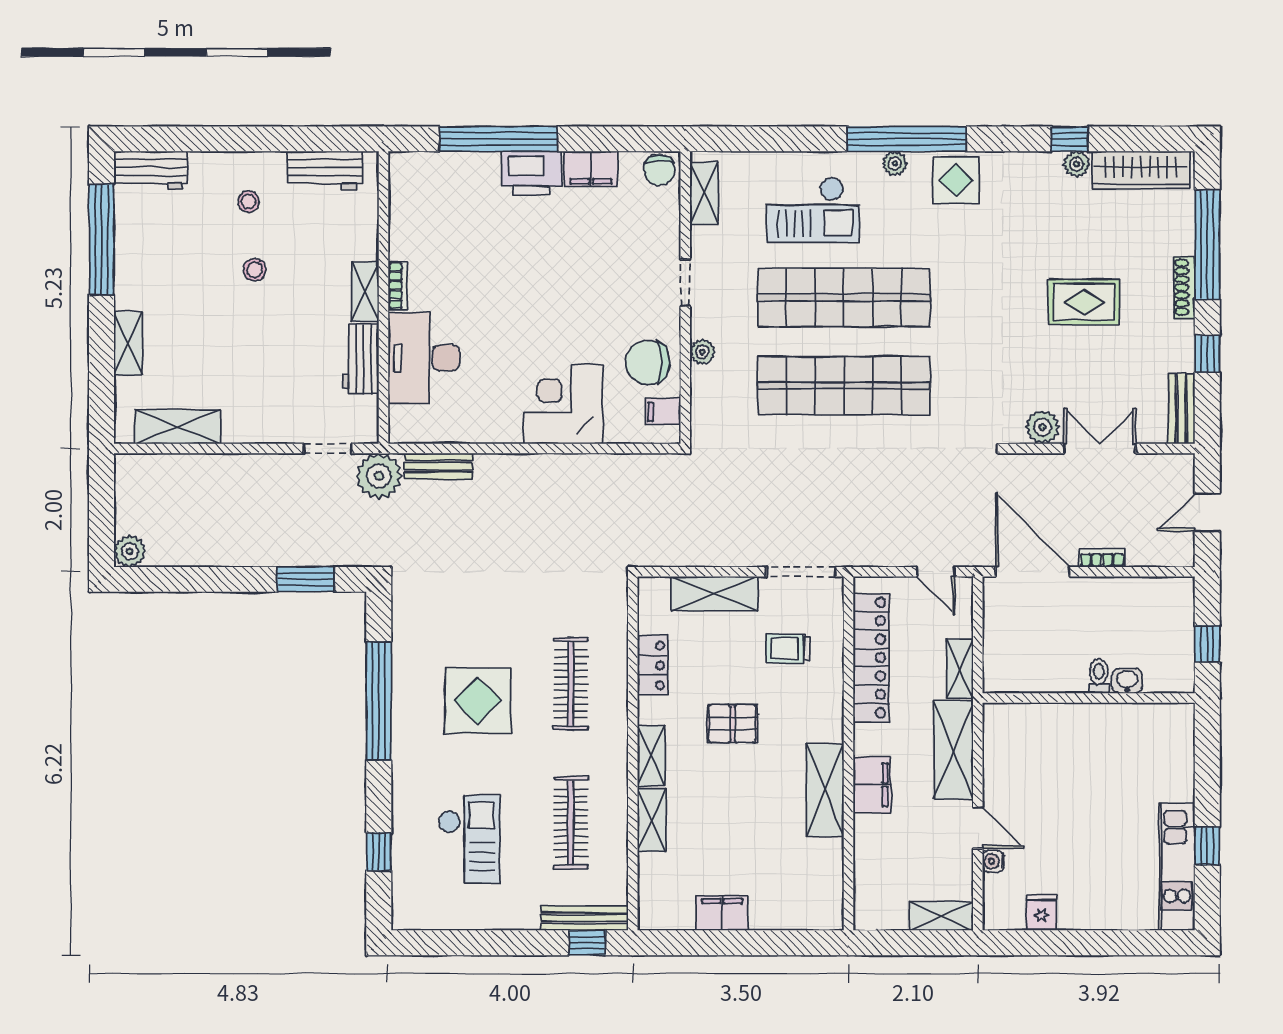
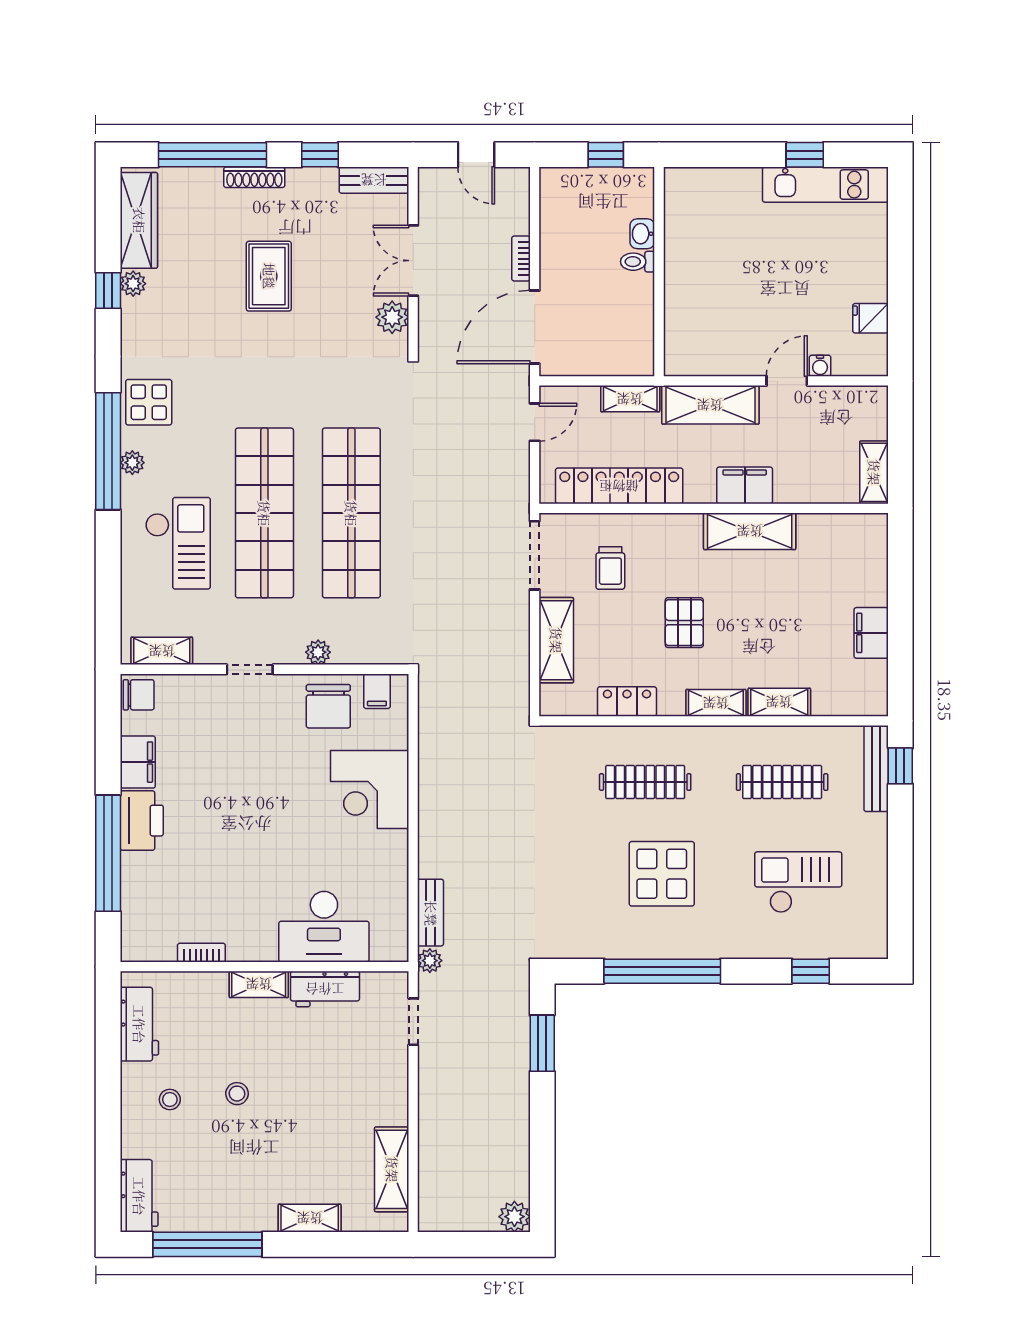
bookcase: (398, 286) -> (201, 953), moved
plant: (379, 476) -> (430, 961), width x0.53, depth x0.53
shelving: (941, 916) -> (874, 472), moved

